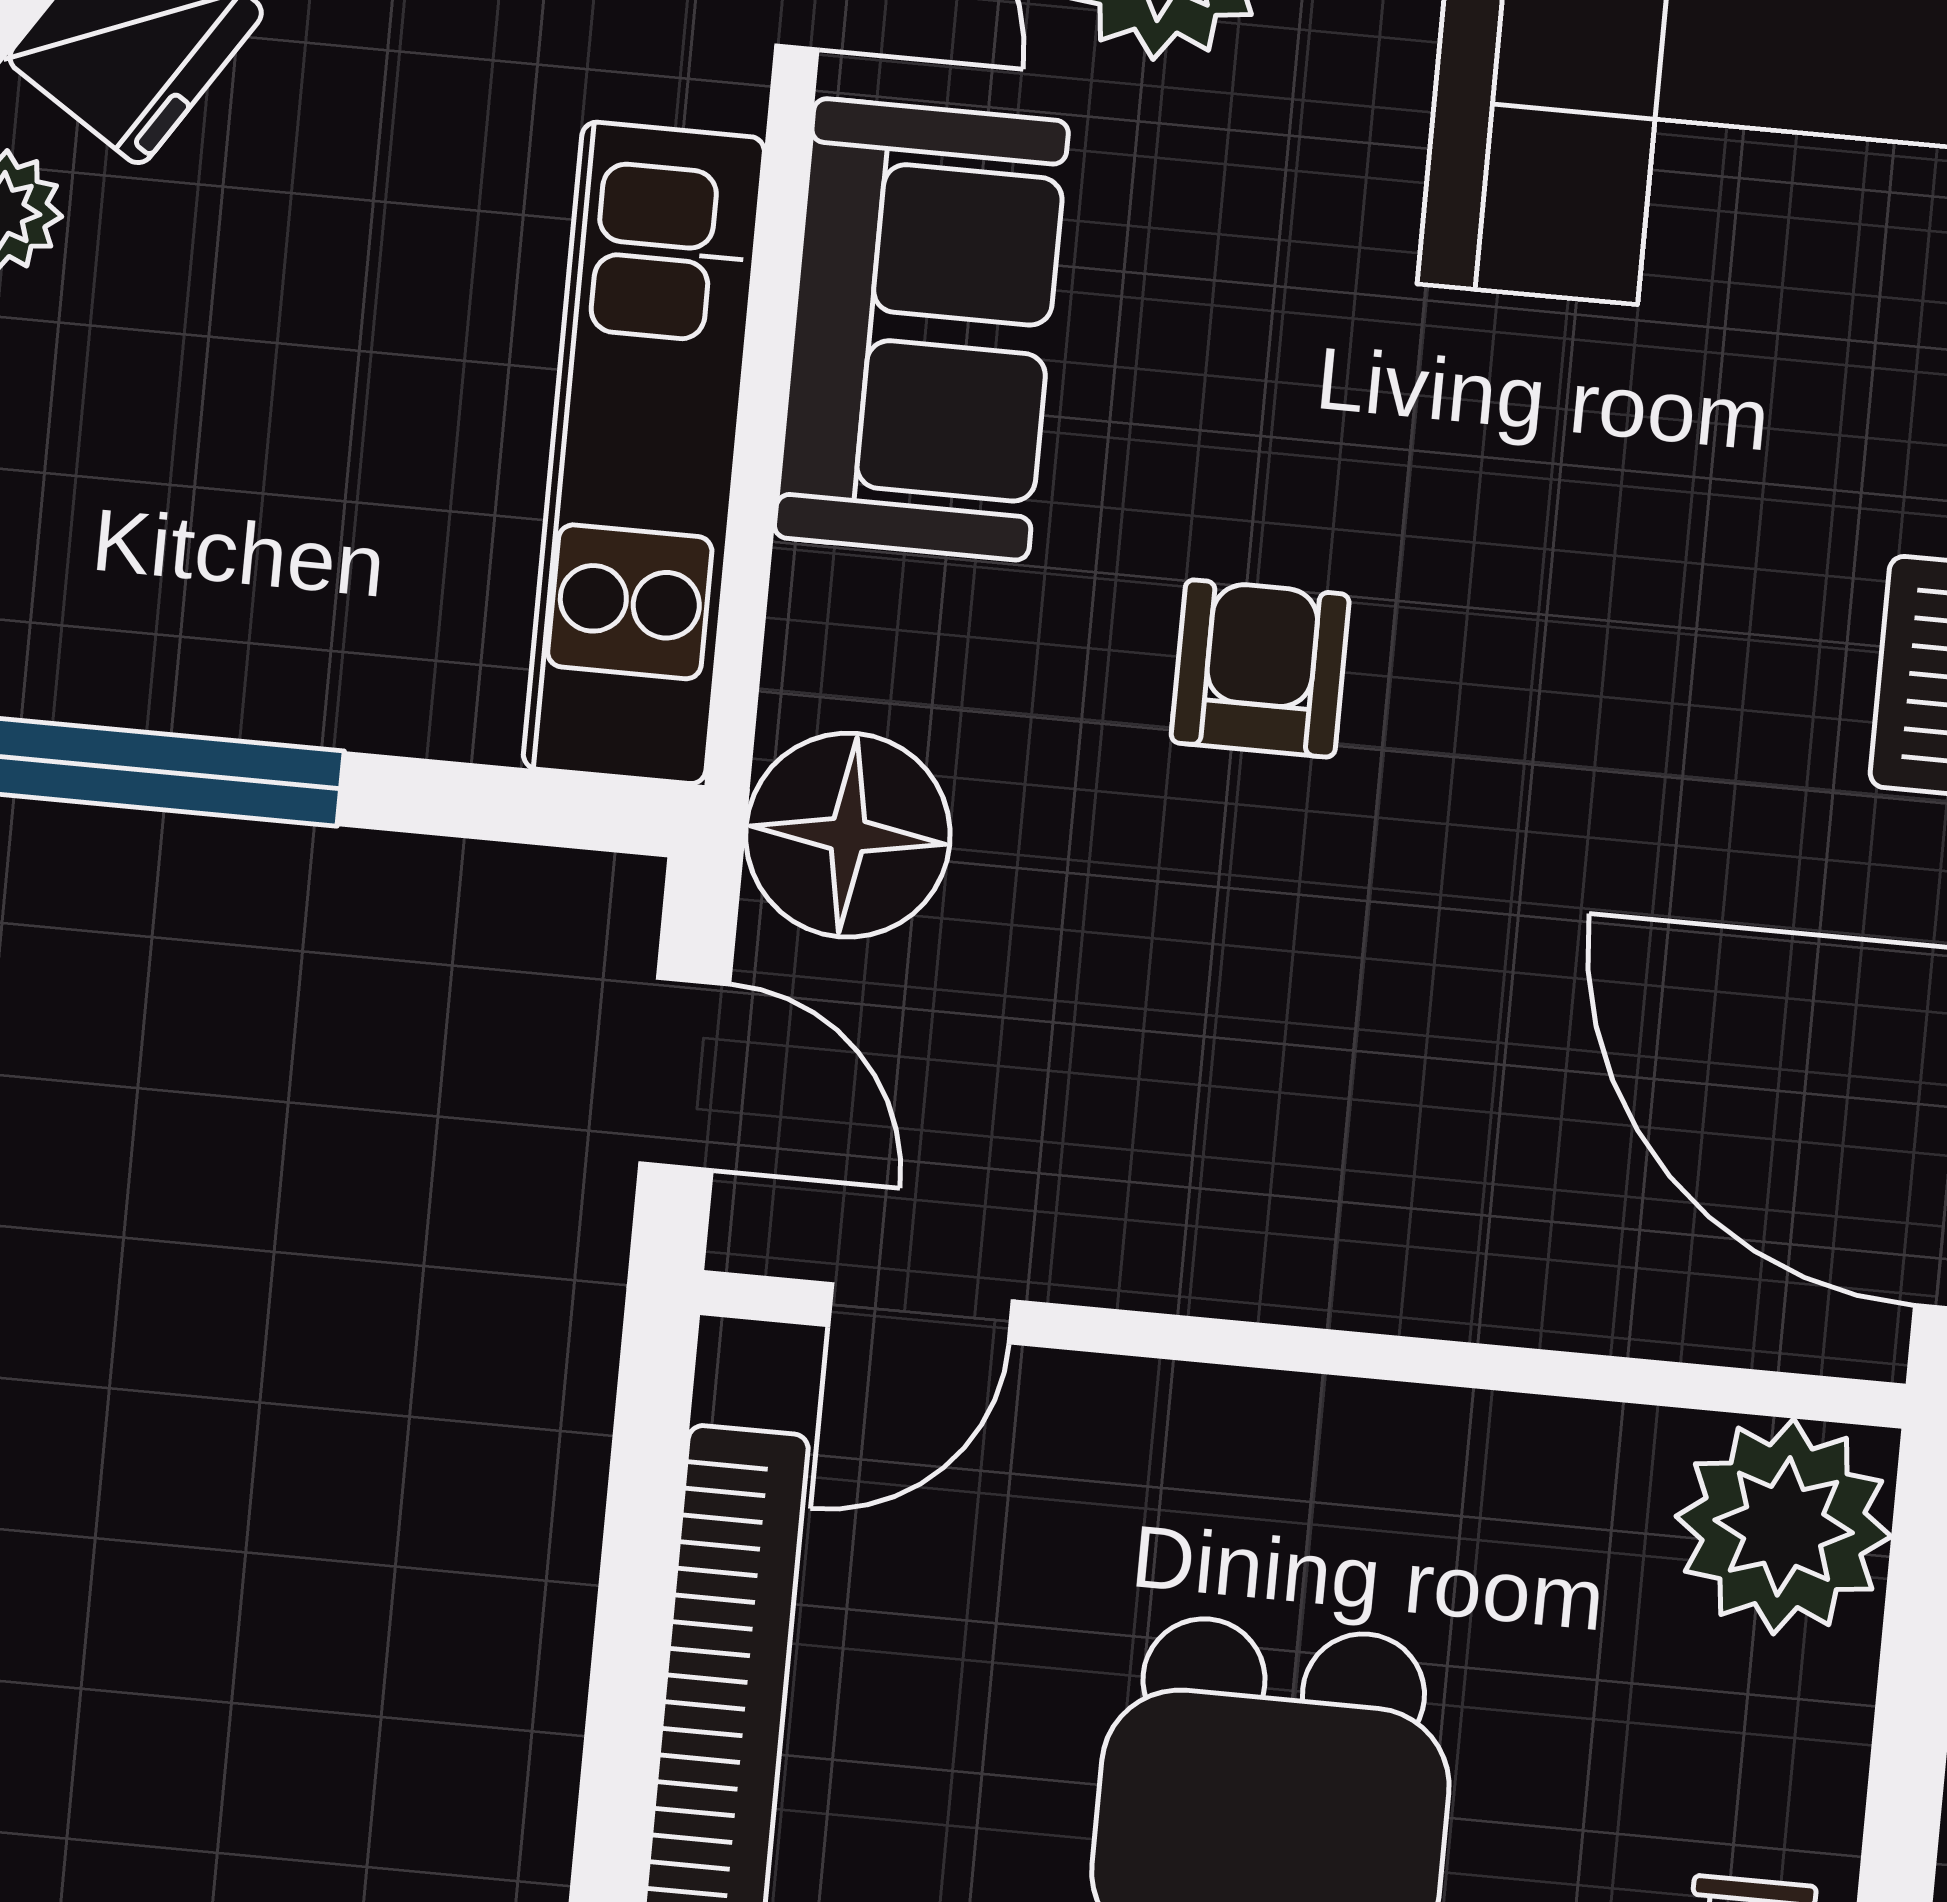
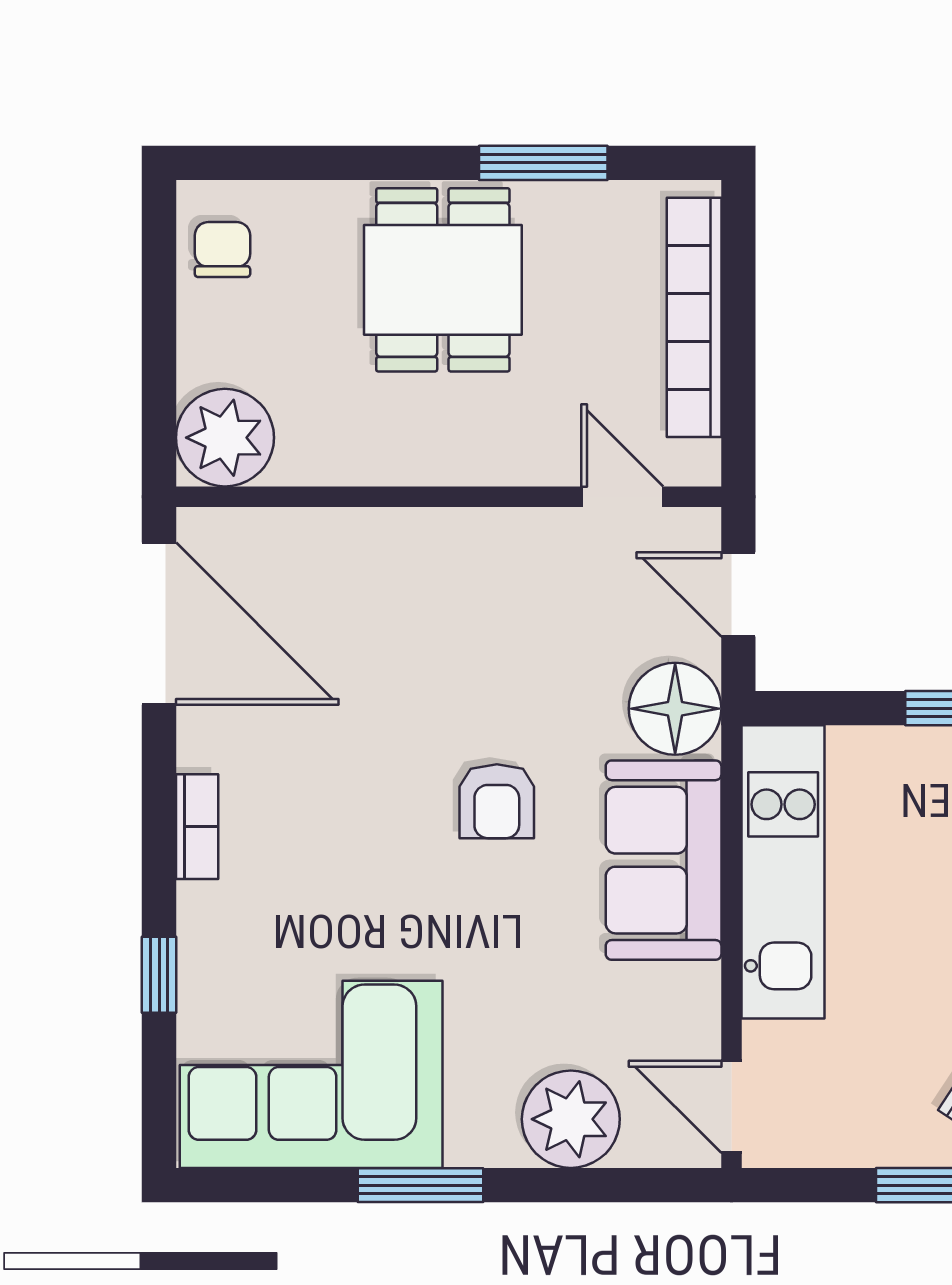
sofa: (921, 329) -> (664, 860), moved
door: (920, 1313) -> (622, 497), hinge flipped

